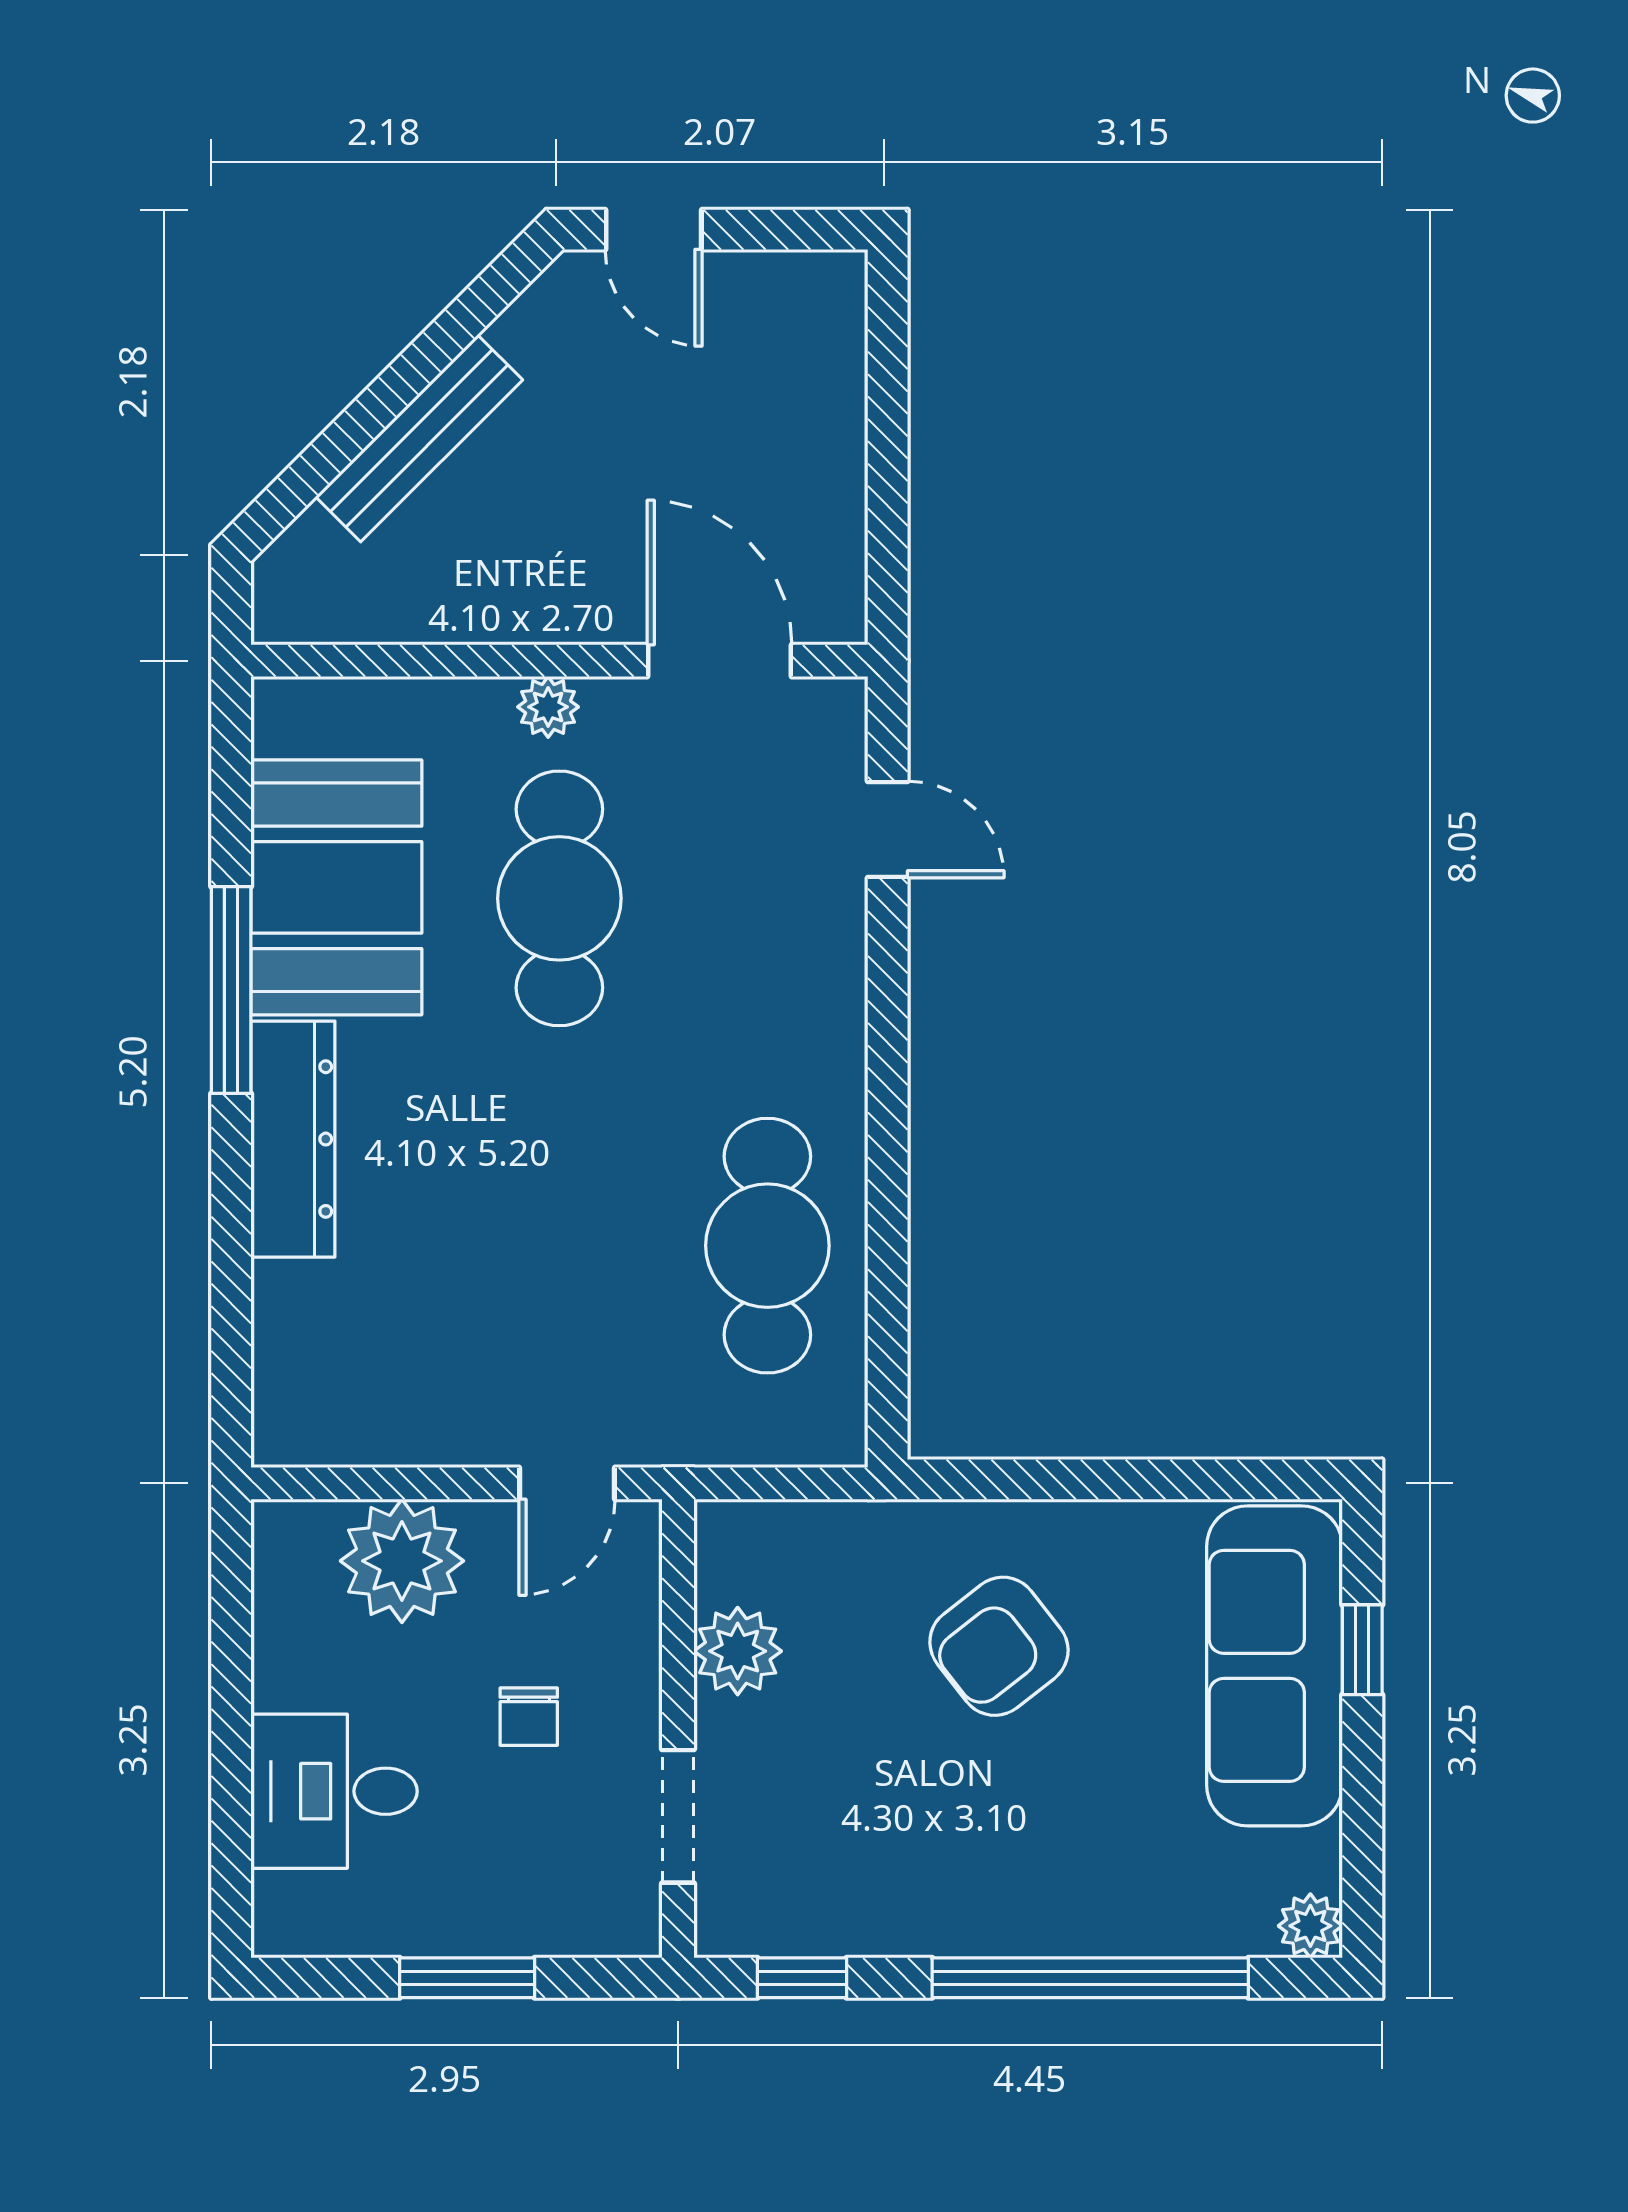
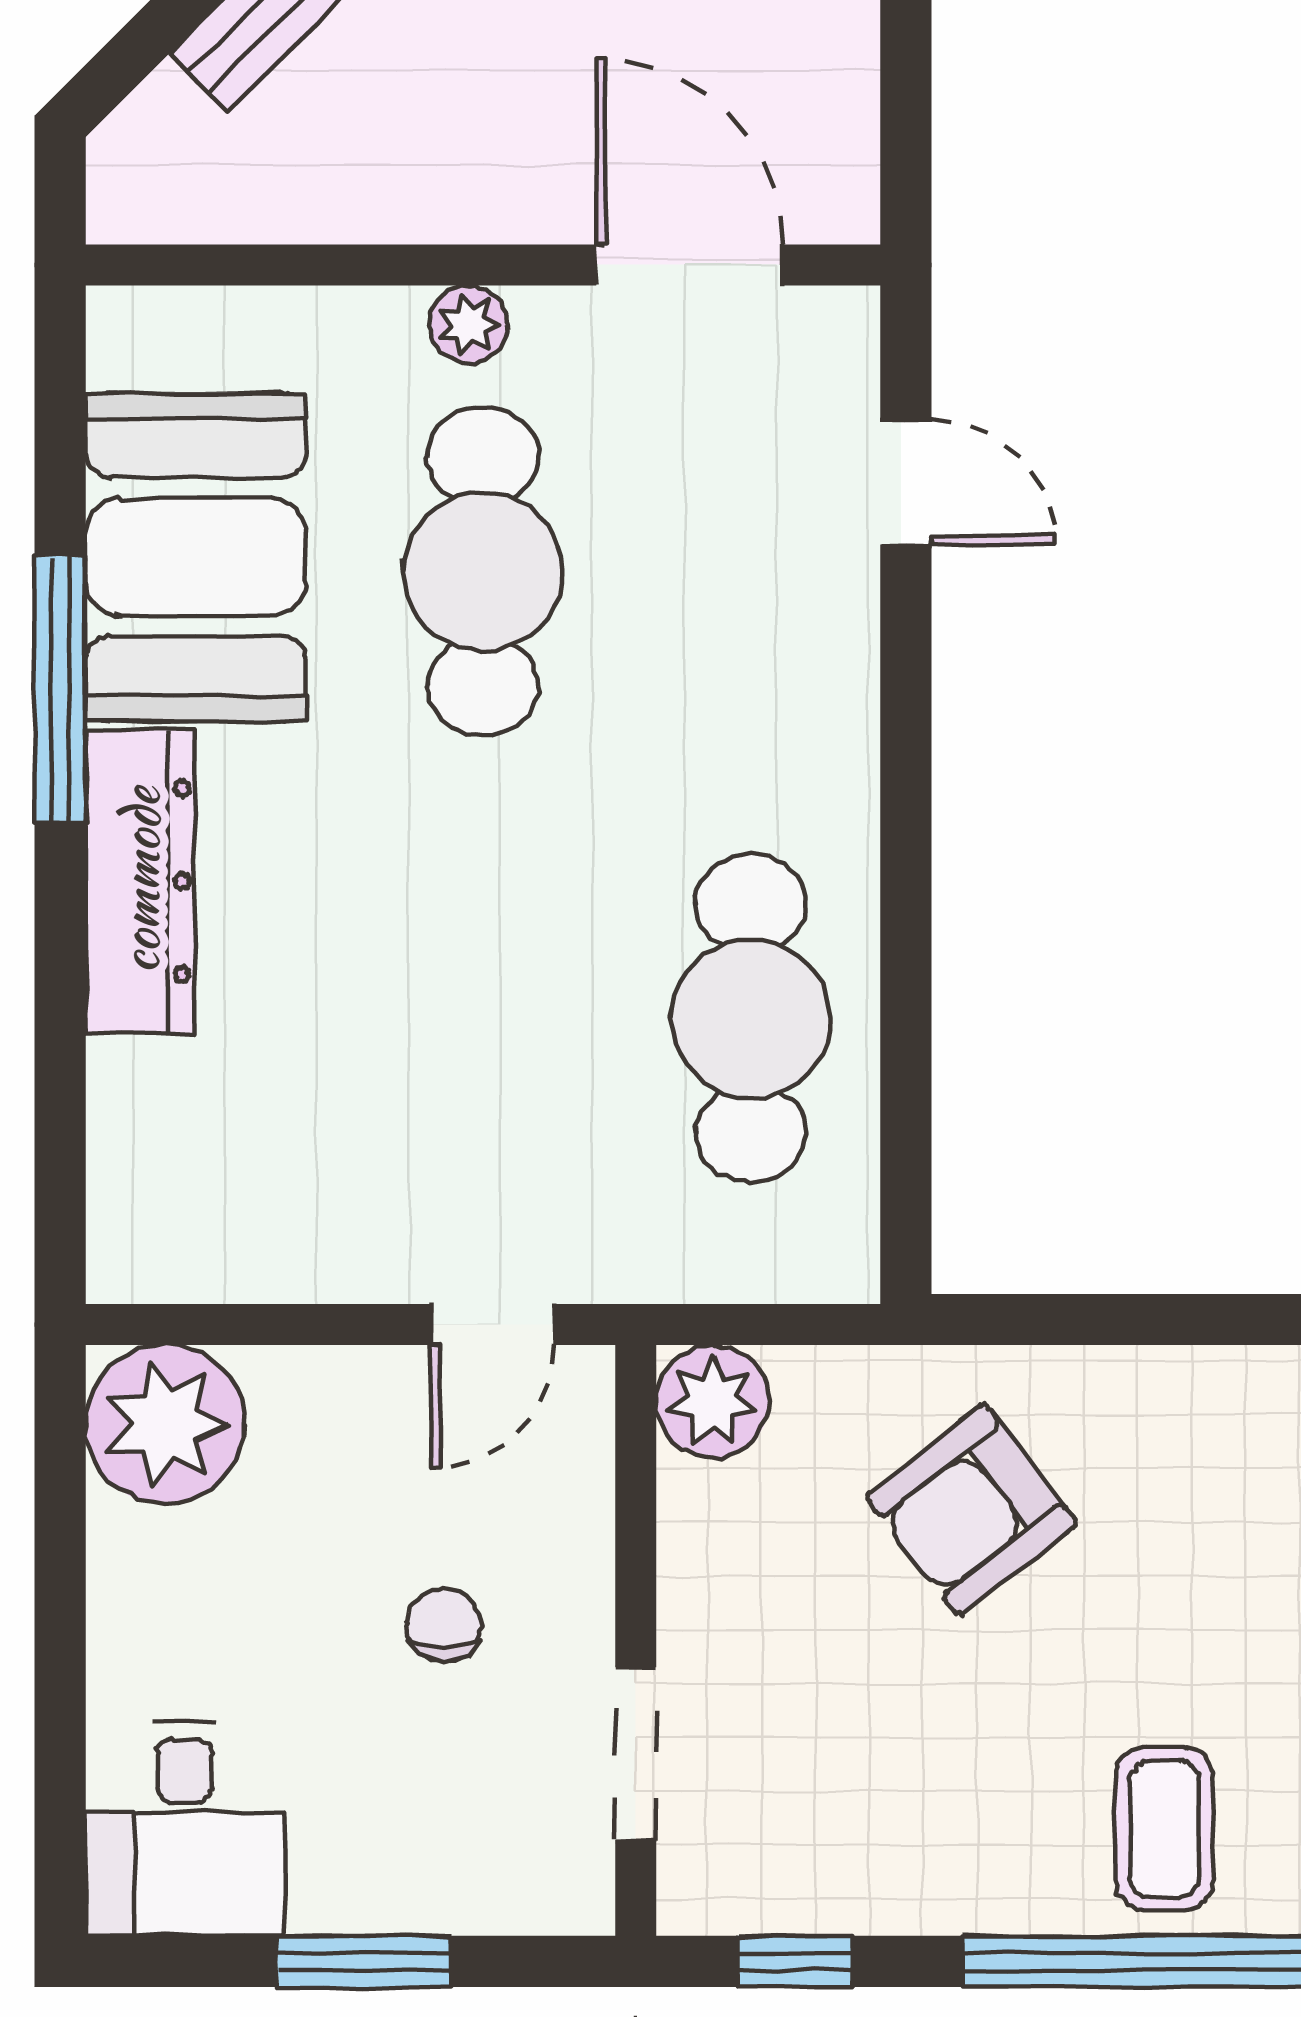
plant: (402, 1561) -> (165, 1425), moved
armchair: (999, 1646) -> (971, 1510), moved
plant: (738, 1651) -> (713, 1401), moved
chair: (529, 1717) -> (444, 1625), turned 180
desk: (334, 1791) -> (185, 1829), moved, turned -90
coffee table: (1088, 1875) -> (1164, 1829), added

